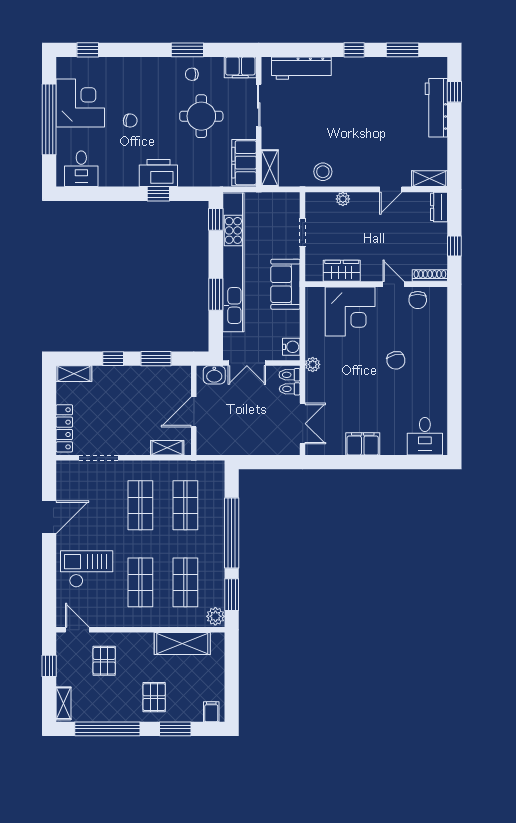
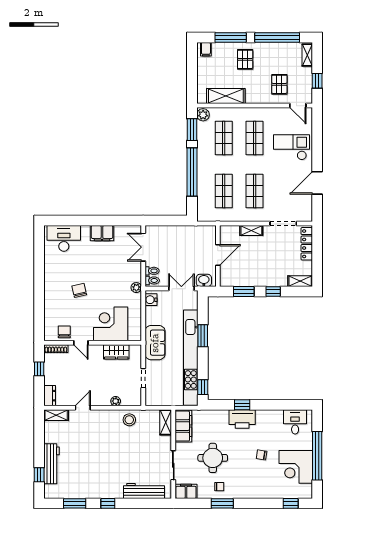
desk: (425, 436) -> (64, 238), width x1.37
shelving: (167, 448) -> (251, 230), moved
checkout: (87, 569) -> (291, 147), turned 180
window: (175, 729) -> (231, 38), width x1.44

